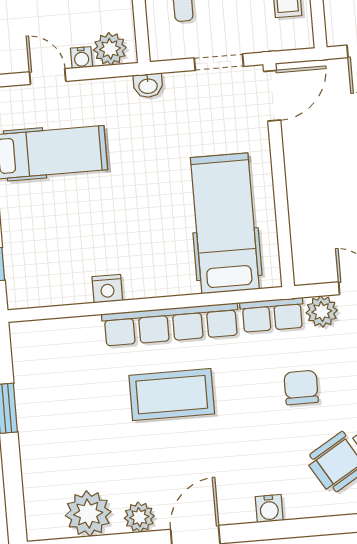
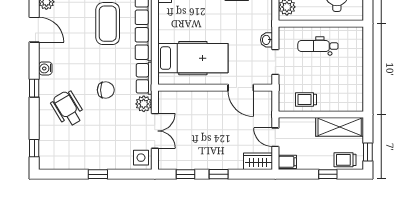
washbasin: (148, 86) -> (267, 40), moved
door: (272, 96) -> (241, 88), moved
window: (309, 527) -> (34, 88), added

